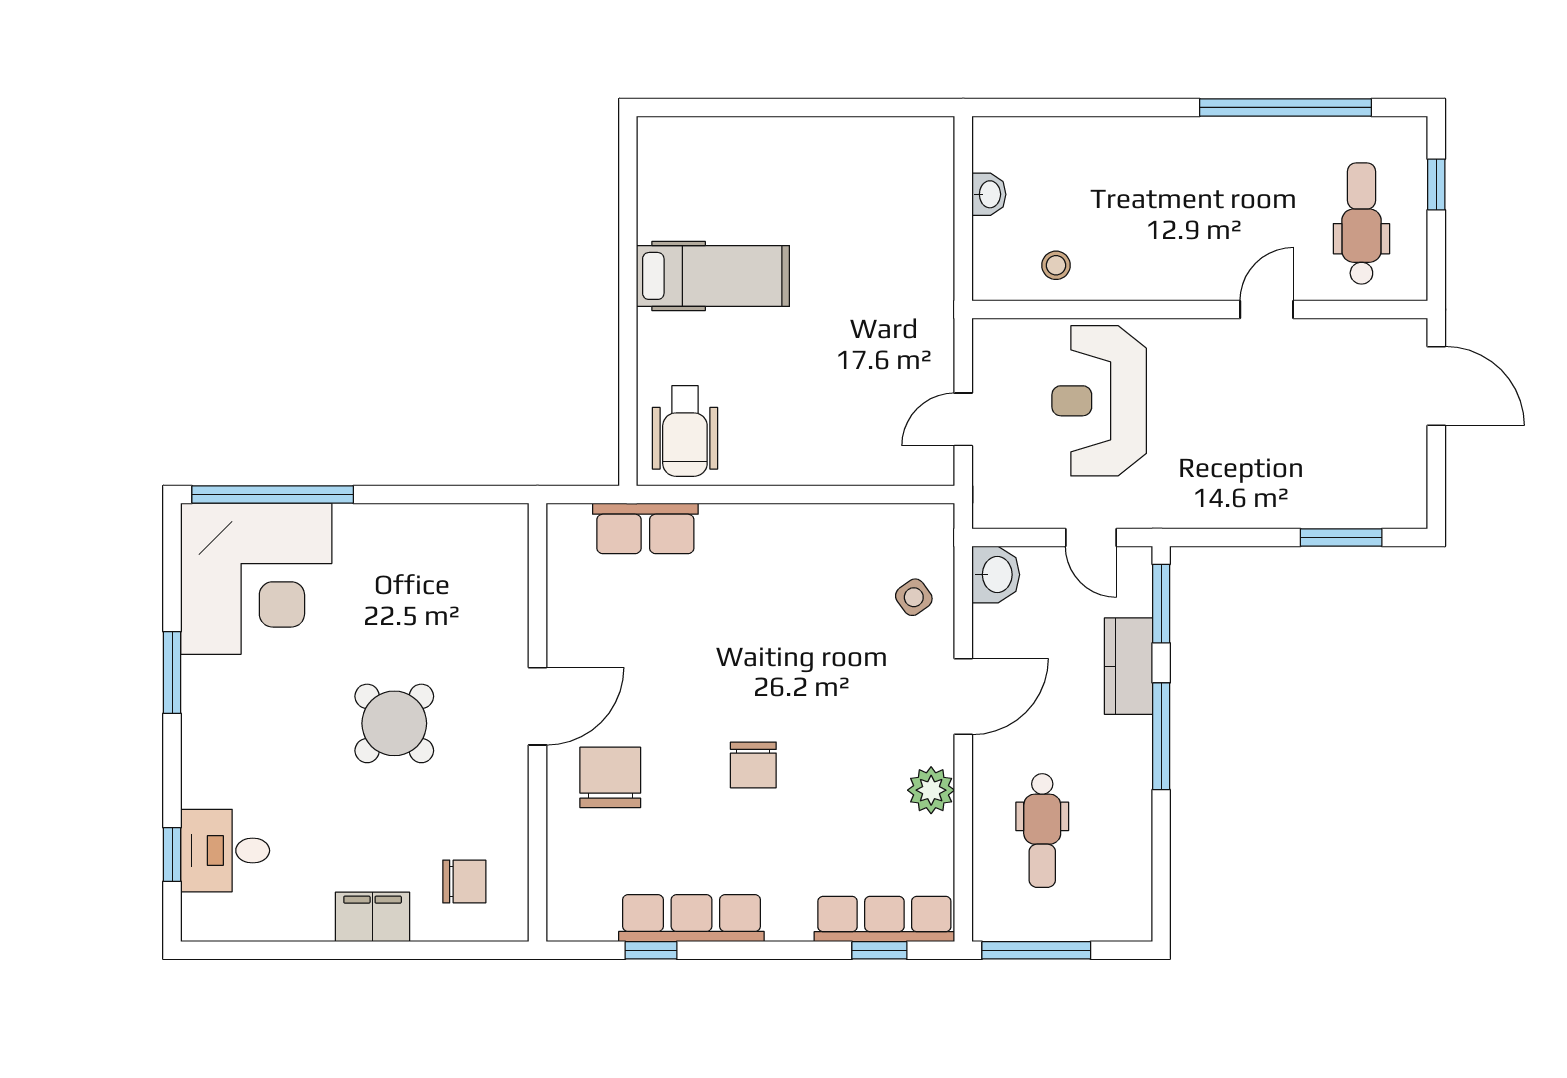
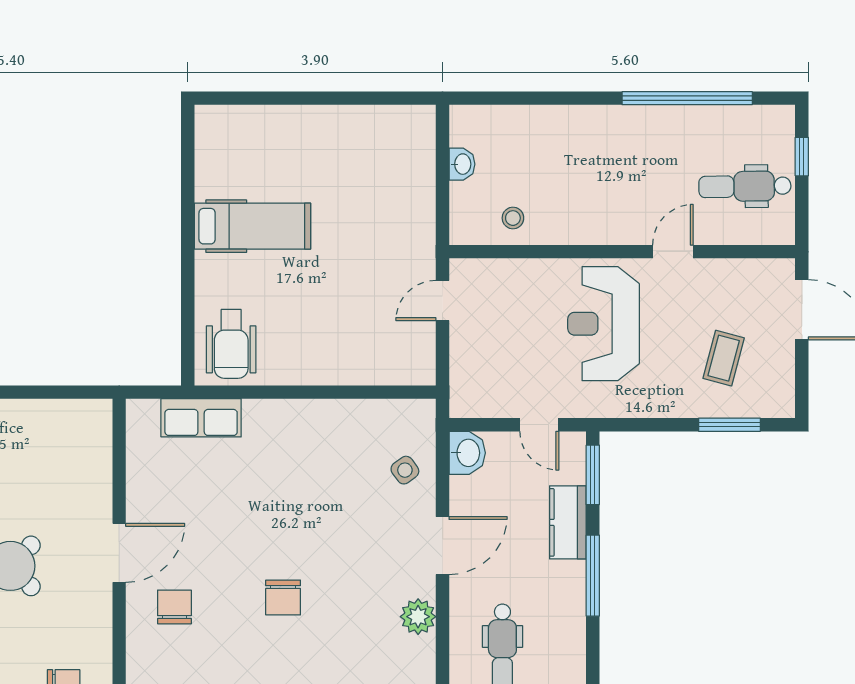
dental chair: (1361, 224) -> (745, 186), turned -91
reception desk: (1099, 401) -> (604, 324), moved
door: (963, 419) -> (443, 301), moved
coffee table: (1333, 450) -> (724, 358), added
chair: (610, 777) -> (174, 607), width x0.73, depth x0.73

